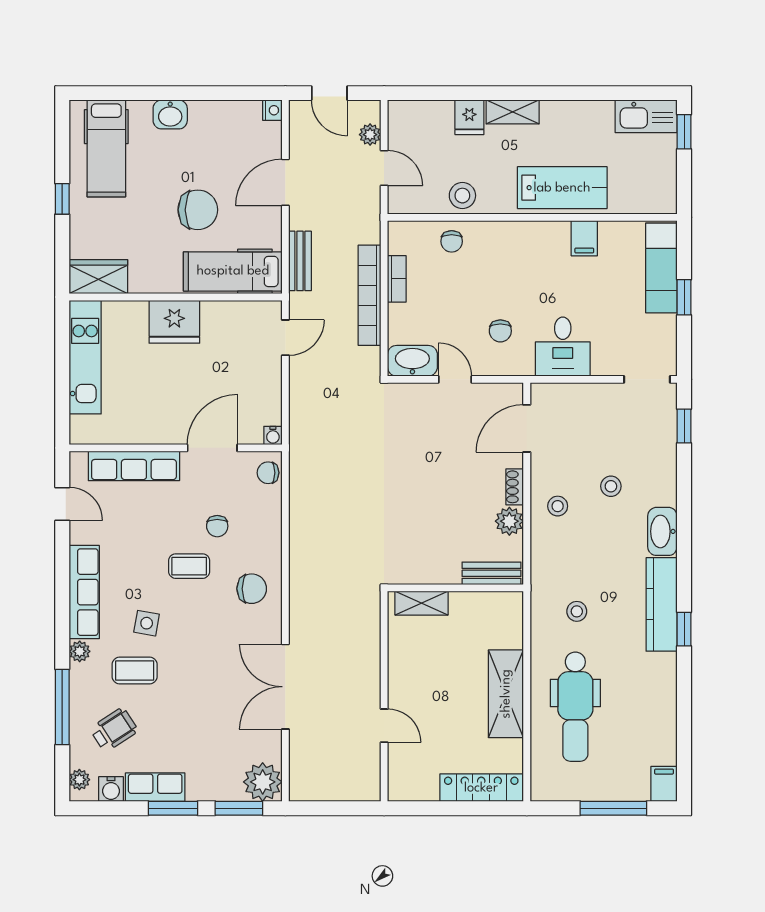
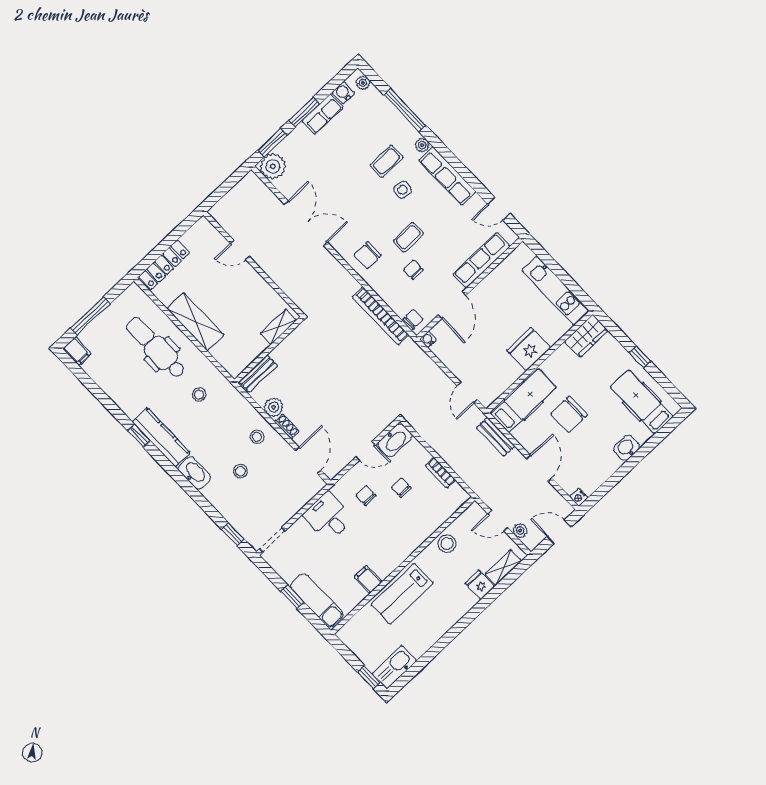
shelving: (513, 112) -> (503, 568), moved
chair: (452, 241) -> (401, 488), moved
bookcase: (369, 295) -> (381, 316), moved, turned 180
wheelchair: (114, 730) -> (369, 123), removed

